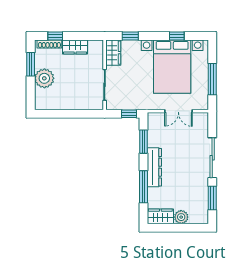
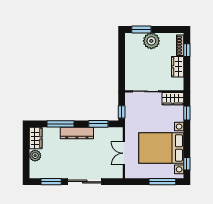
window: (177, 36) -> (187, 164), moved
window: (31, 64) -> (141, 30), moved
window: (212, 79) -> (162, 182), moved

